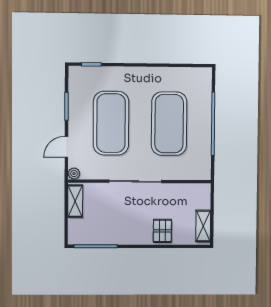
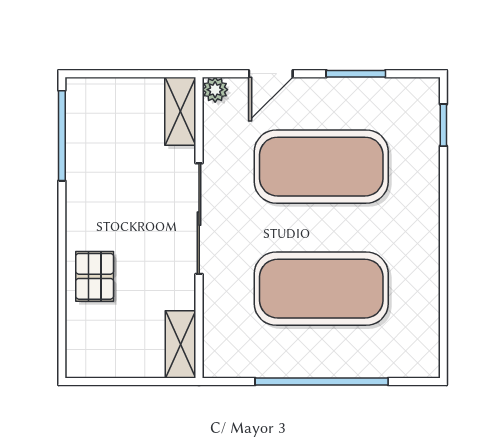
door: (66, 147) -> (271, 74), swing flipped
shelving: (75, 201) -> (180, 111), moved, turned 90
shelving: (203, 226) -> (180, 344), moved, turned 90
pallet: (162, 231) -> (95, 276), turned 90

